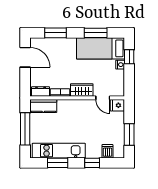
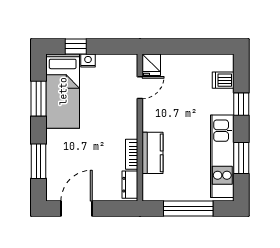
wardrobe: (82, 90) -> (128, 120), removed
kitchen counter: (43, 106) -> (152, 153), moved
window: (129, 135) -> (197, 46), removed

